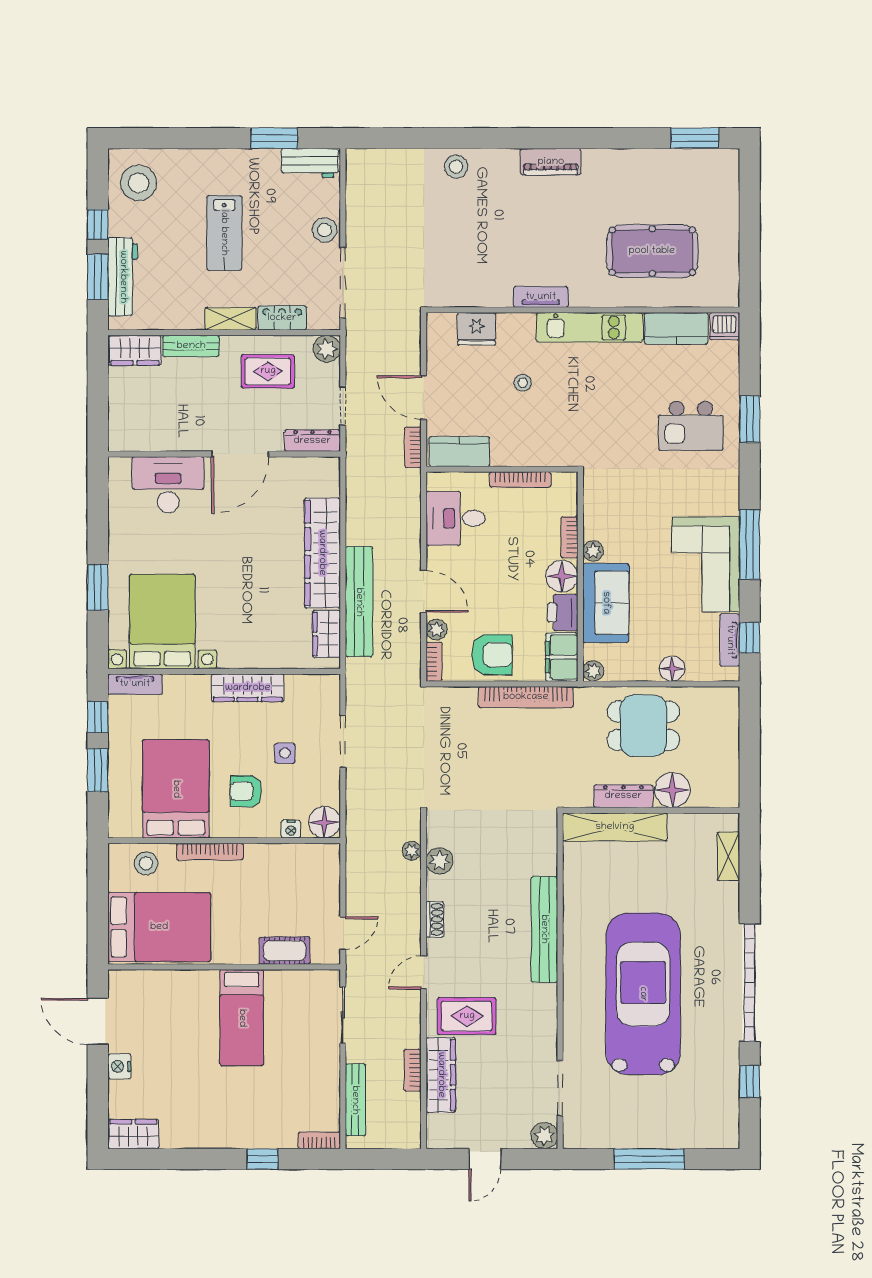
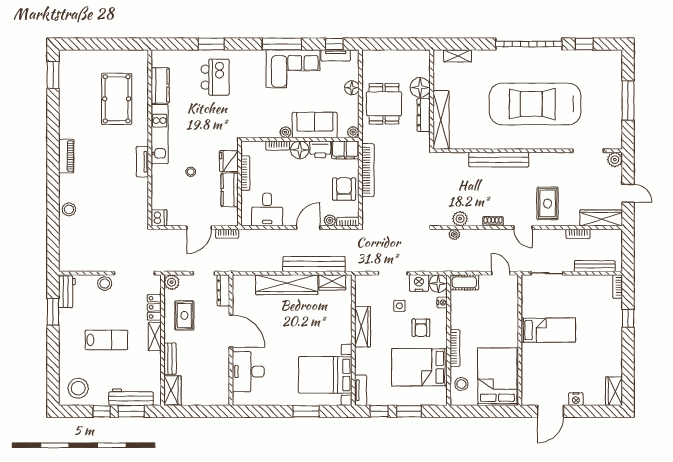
dishwasher: (724, 326) -> (159, 218), moved
fridge: (477, 329) -> (229, 161), moved, turned 180
kitchen counter: (459, 452) -> (230, 190), moved
nightstand: (325, 788) -> (419, 283), added
cot: (285, 951) -> (464, 282), moved, turned 90
wardrobe: (441, 1075) -> (601, 218), moved

